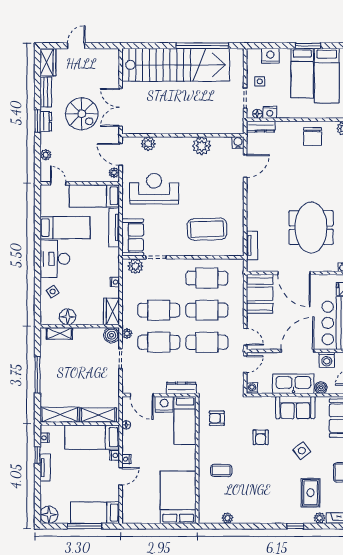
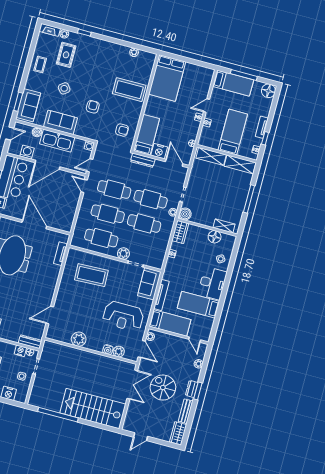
door: (76, 46) -> (141, 437), moved
stairs: (176, 65) -> (93, 409), width x0.73
water cooler: (238, 142) -> (108, 350), moved
plant: (135, 266) -> (123, 254), moved
booth: (260, 294) -> (65, 215), removed
bed: (92, 437) -> (233, 132), moved, turned -90
coffee table: (221, 470) -> (129, 90), width x1.86, depth x1.72

